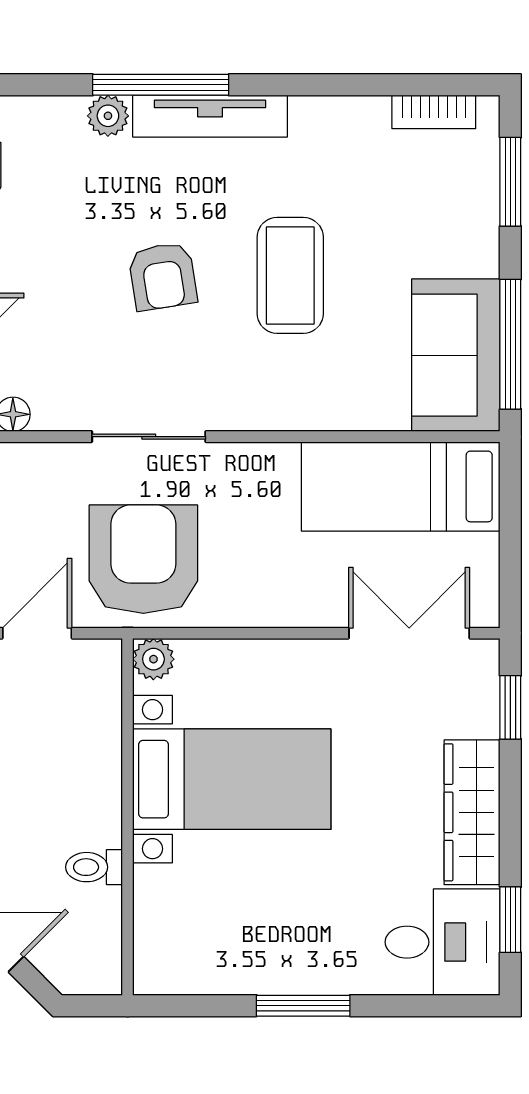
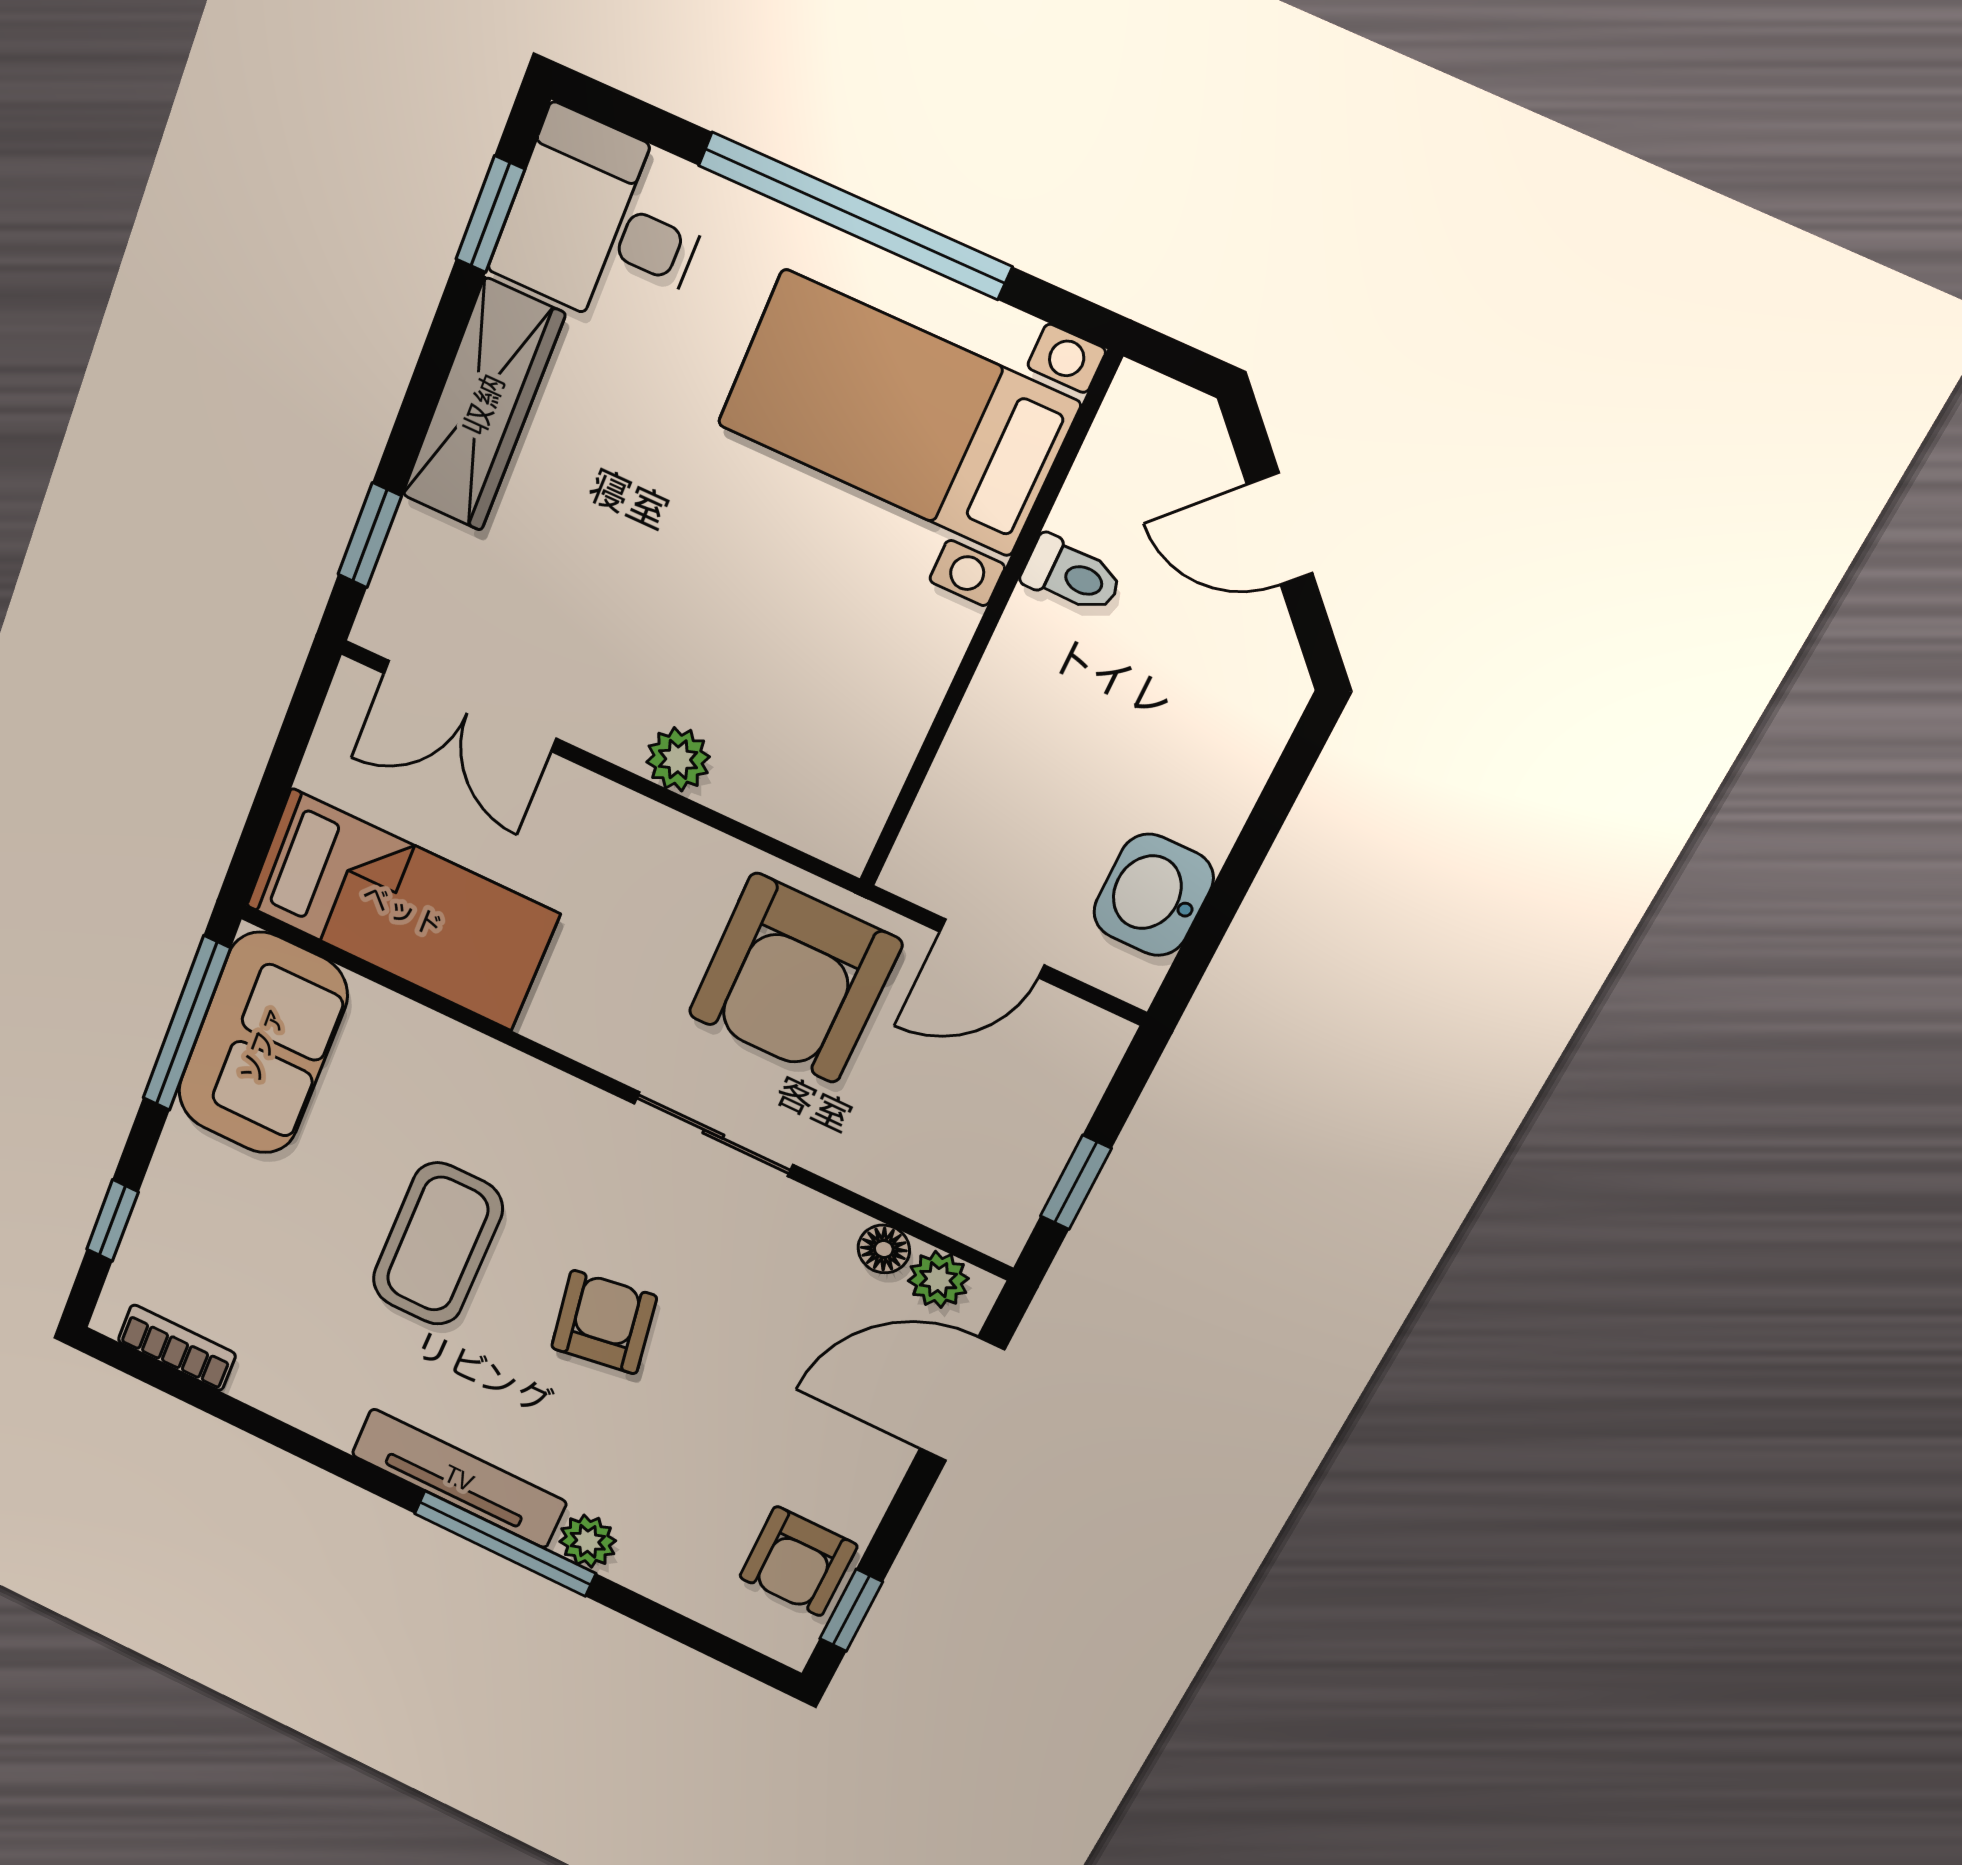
window: (510, 182) -> (112, 1221), width x0.67
plant: (153, 659) -> (678, 759), moved
bed with nightstands: (232, 779) -> (897, 414), moved
window: (303, 1006) -> (855, 216), width x2.11

